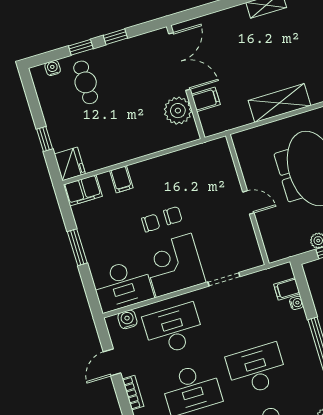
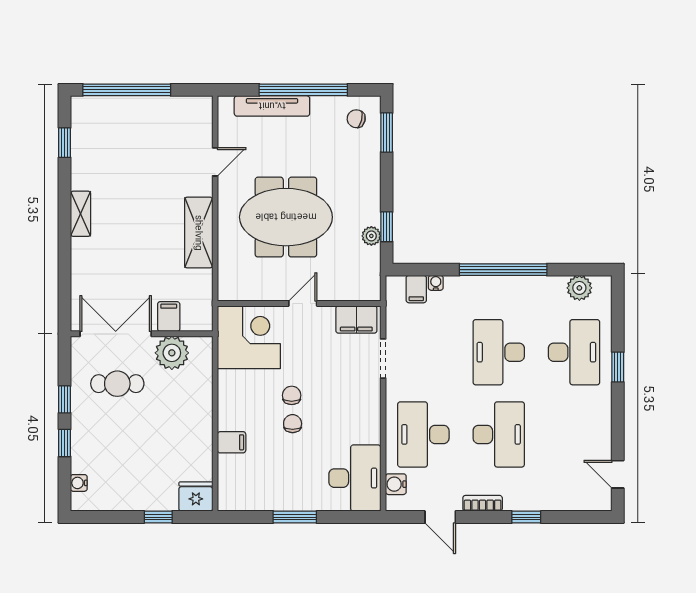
cafe table: (86, 82) -> (117, 384), moved
filing cabinet: (83, 190) -> (356, 319), moved, turned 90
corner desk: (174, 265) -> (249, 337), moved, turned 180

